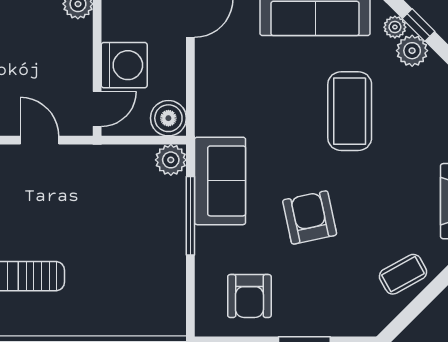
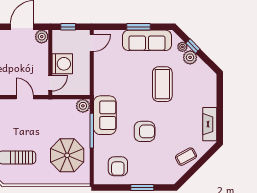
boiler: (168, 118) -> (82, 87), removed
armchair: (310, 217) -> (145, 131), turned 102
parasol: (135, 271) -> (67, 155), added

